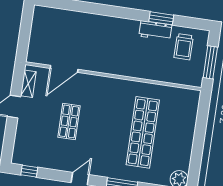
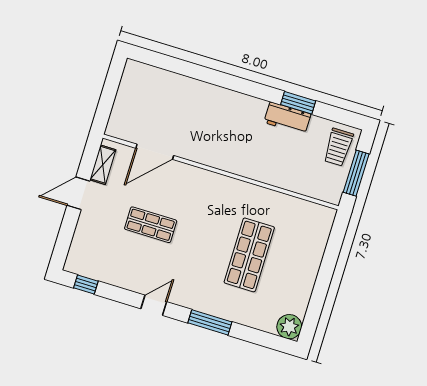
trolley: (184, 47) -> (338, 147), moved
shop shelf: (69, 121) -> (151, 225), turned 90
shop shelf: (143, 132) -> (249, 255), width x0.71

